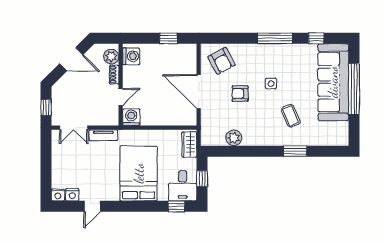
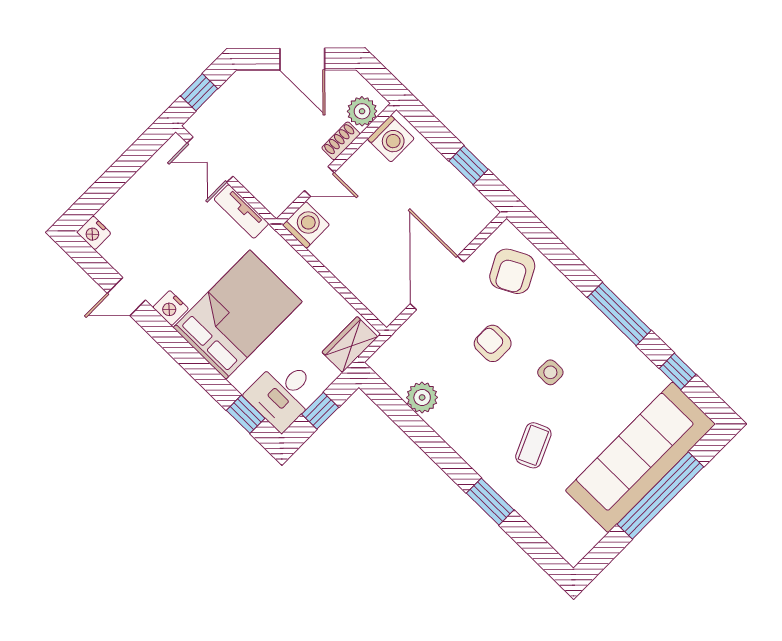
nightstand: (72, 195) -> (171, 308), moved

